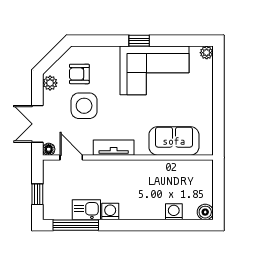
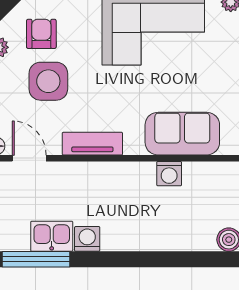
armchair: (79, 74) -> (41, 34), turned 90
washing machine: (174, 212) -> (169, 174), moved, turned 180

